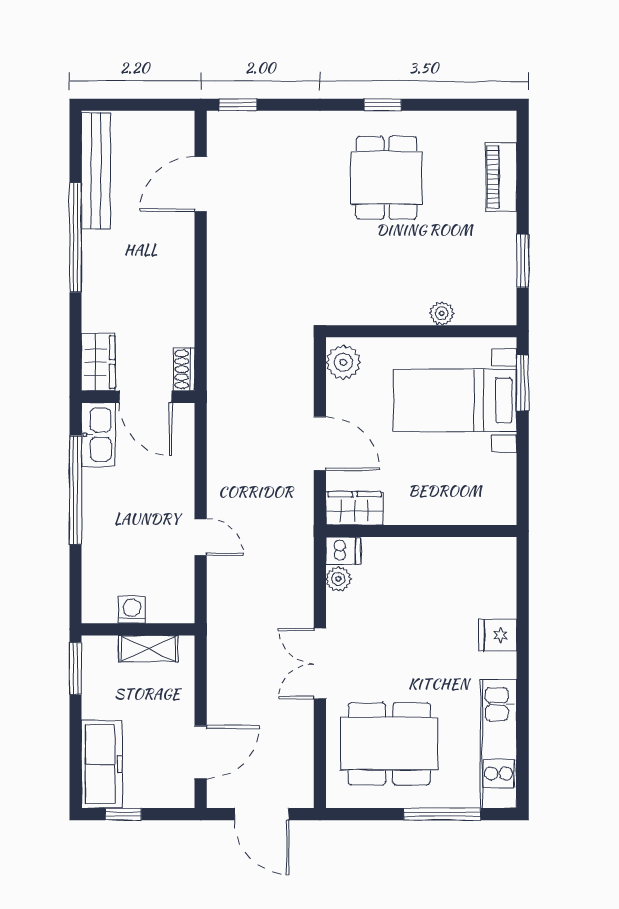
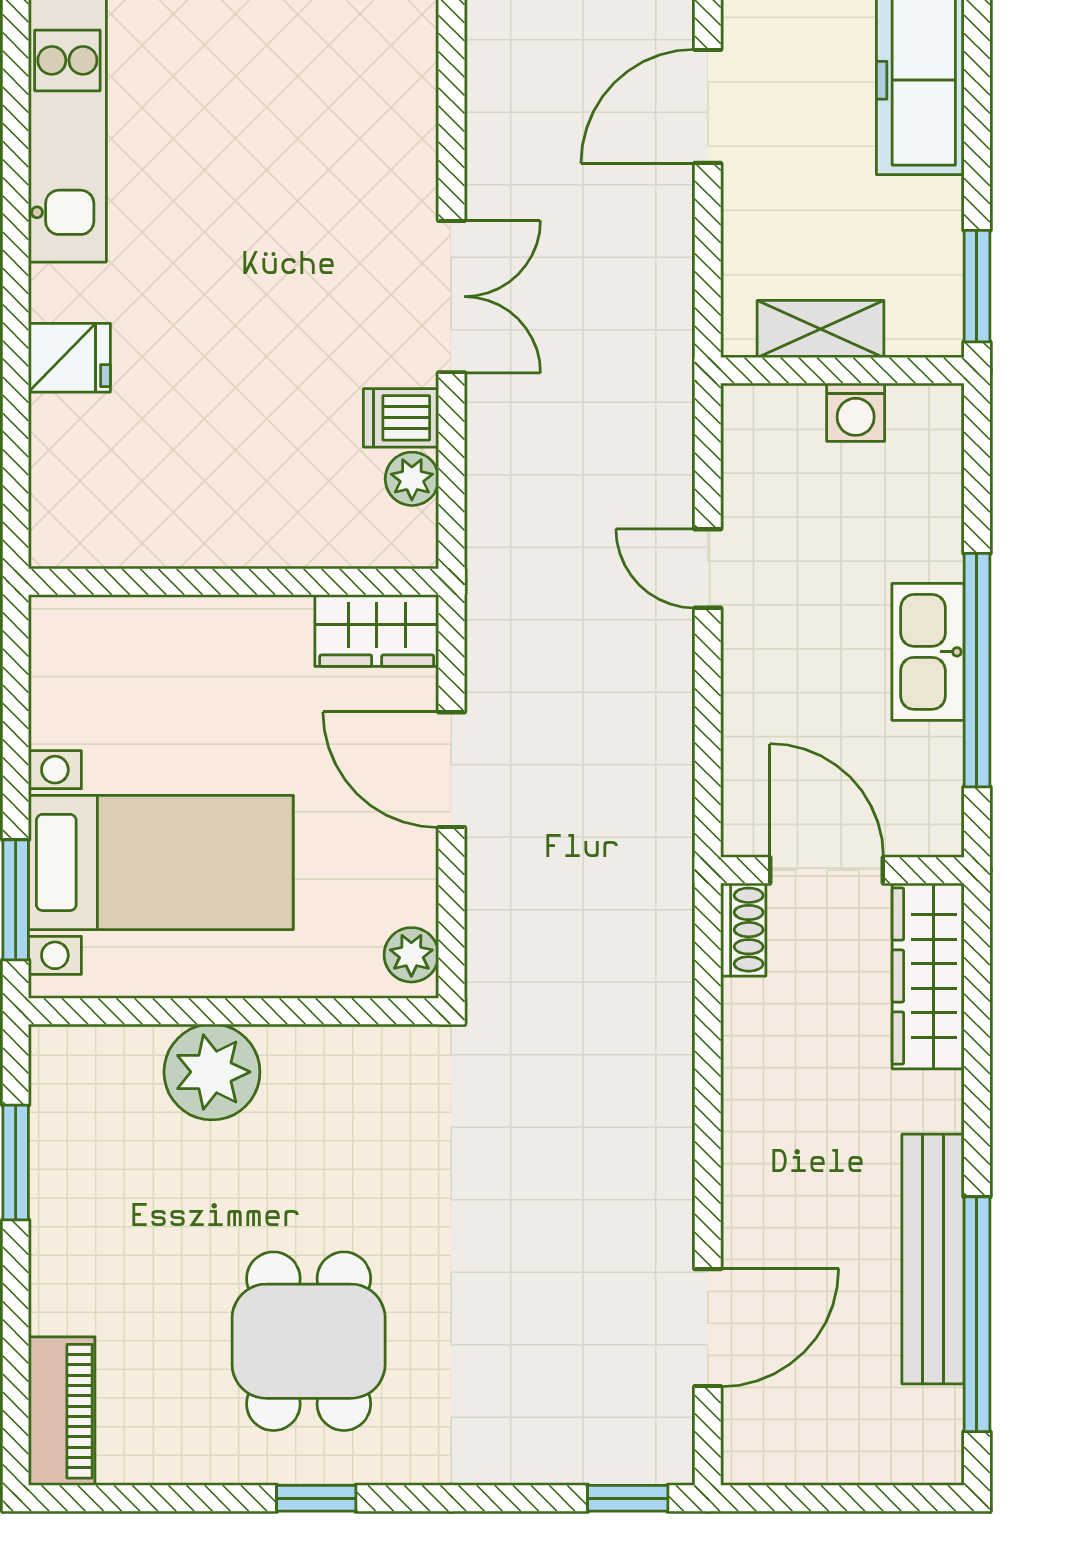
bench: (96, 171) -> (933, 1259), moved
piano: (501, 177) -> (62, 1411), moved
window: (76, 237) -> (977, 1314), moved
plant: (442, 313) -> (212, 1072), width x1.88, depth x1.88
wardrobe: (98, 362) -> (928, 976), width x1.50
plant: (343, 362) -> (411, 955), width x0.73, depth x0.73
kitchen sink: (98, 435) -> (928, 652), moved
dishwasher: (343, 551) -> (401, 418), moved
dining table: (389, 744) -> (302, 124), removed

